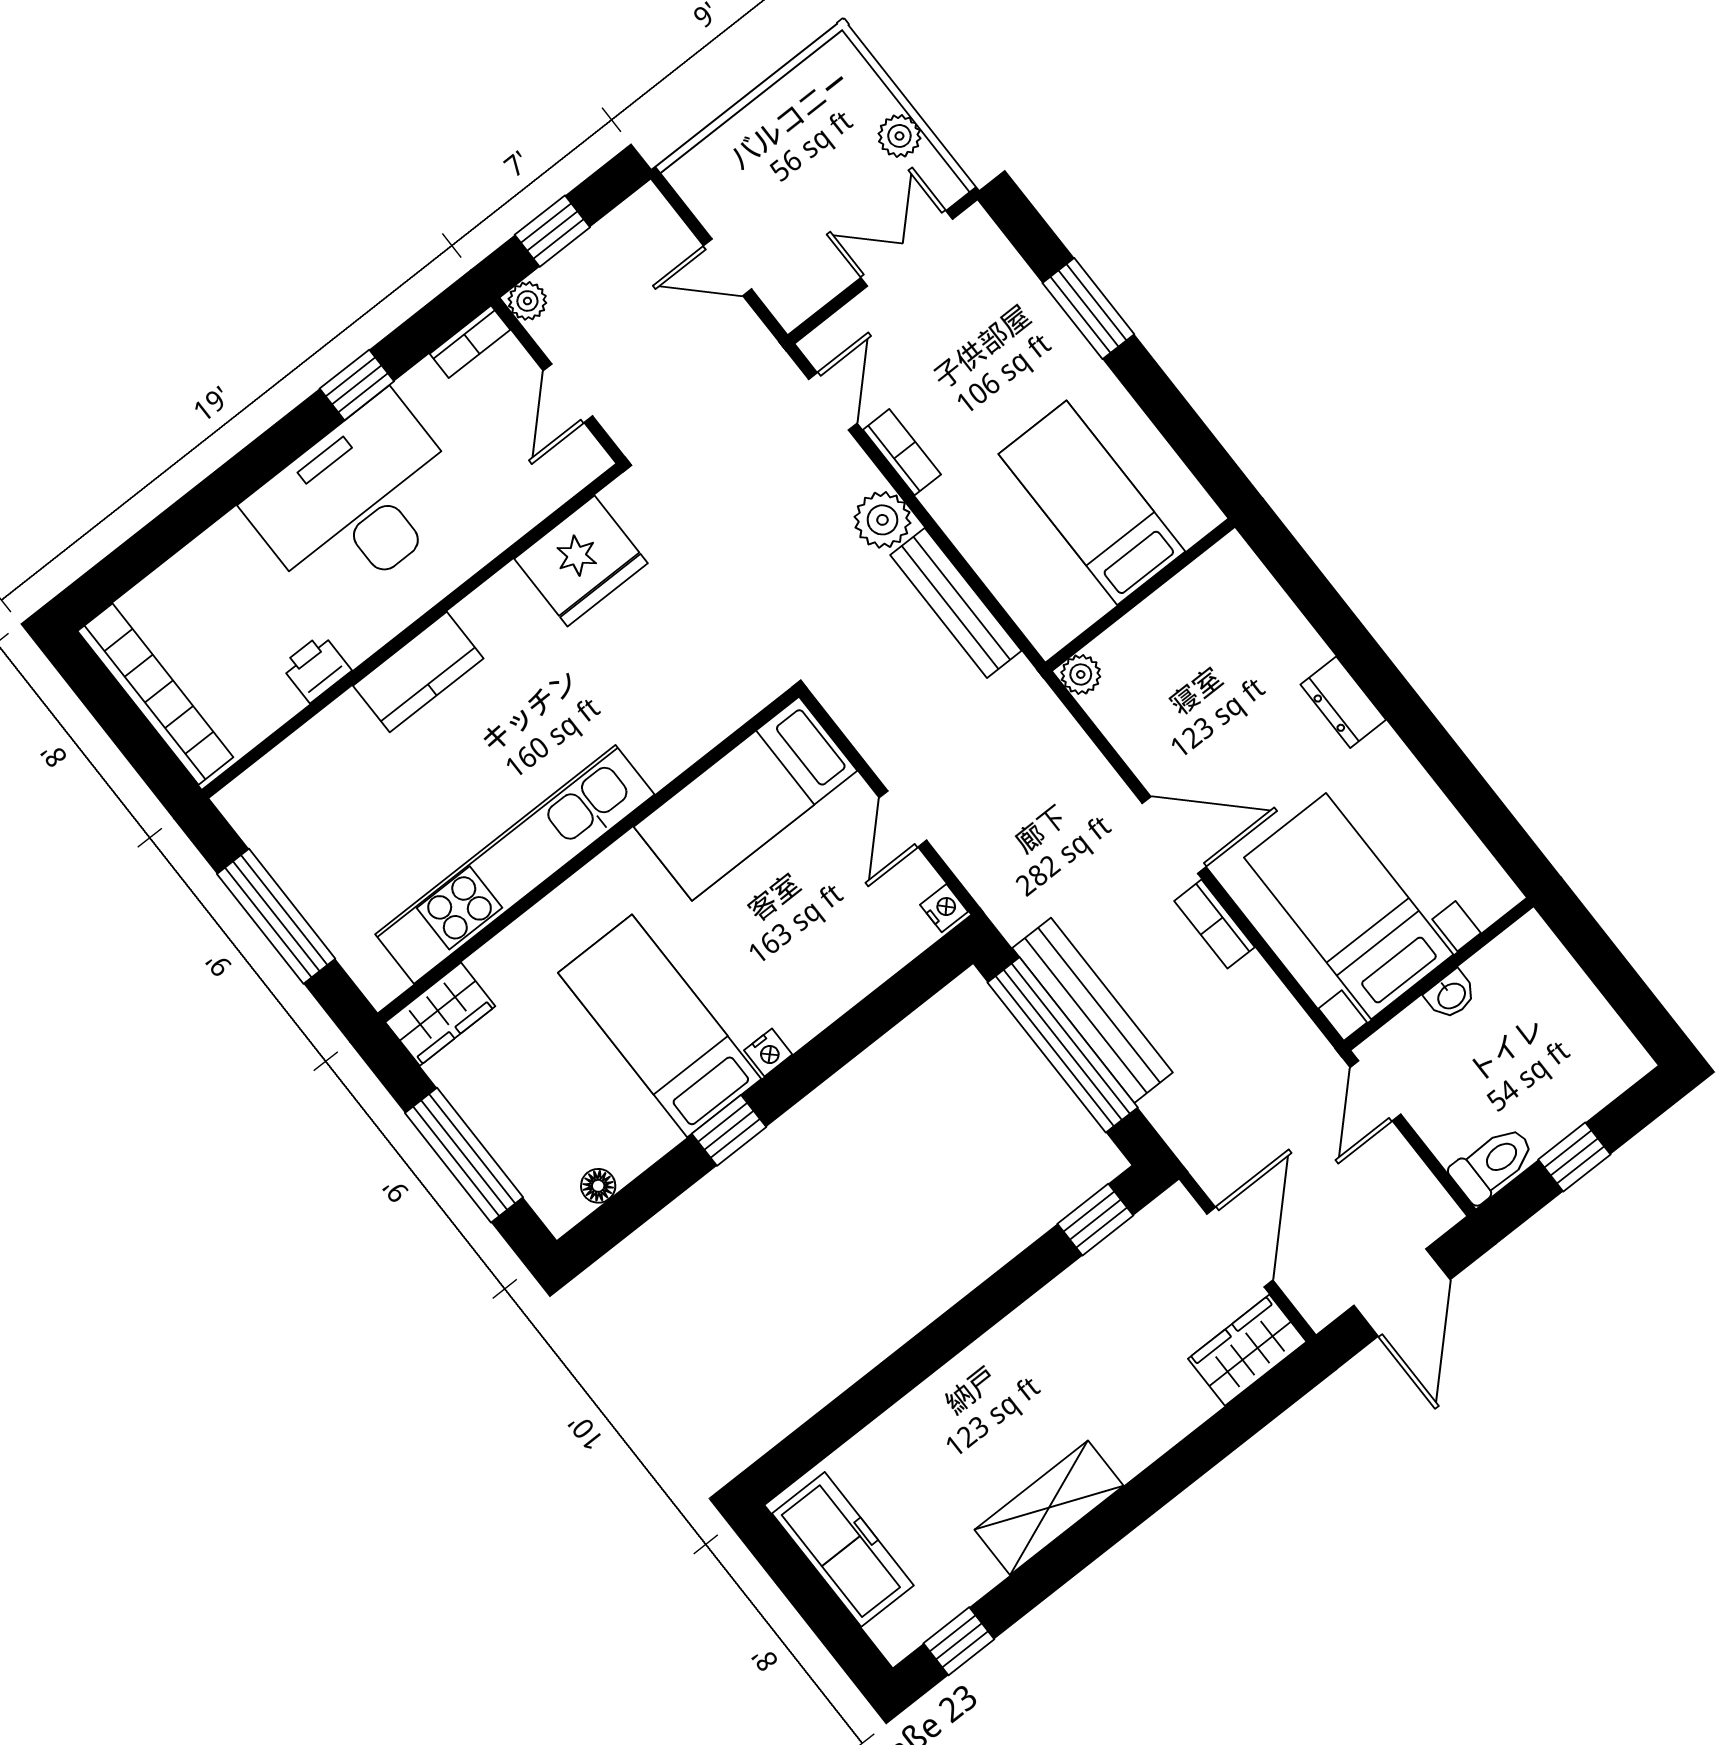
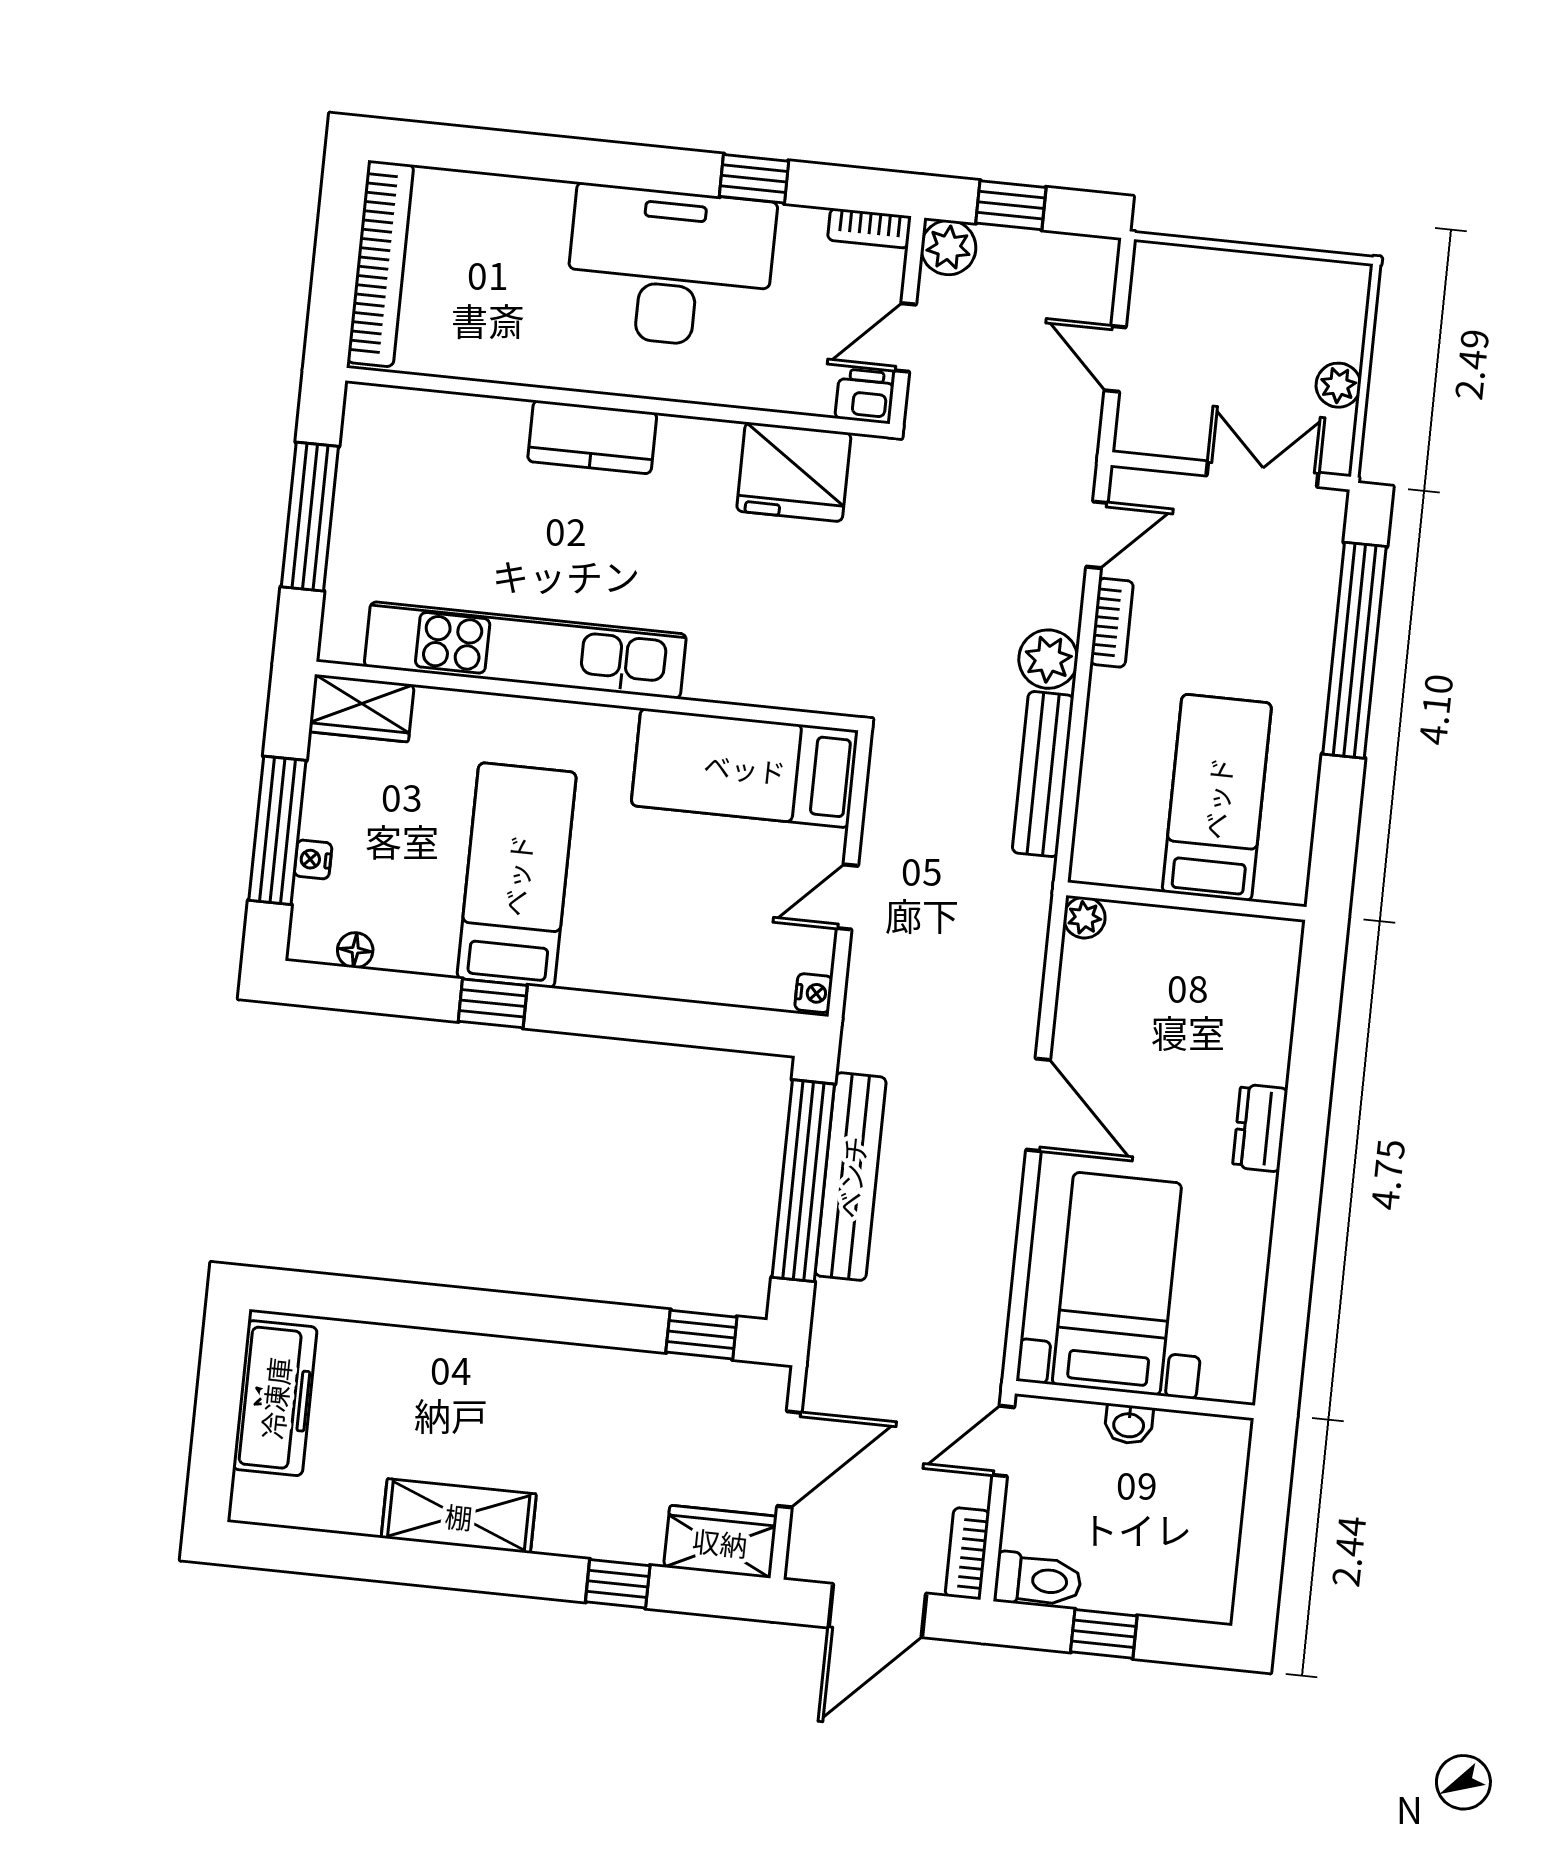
plant: (527, 301) -> (948, 248), width x1.38, depth x1.38
window: (1088, 309) -> (1354, 650), width x2.11
printer: (316, 668) -> (865, 396), moved
bookcase: (1214, 924) -> (967, 1554), moved
nightstand: (768, 1052) -> (313, 859), moved, turned 90
window: (959, 1641) -> (618, 1584), moved

